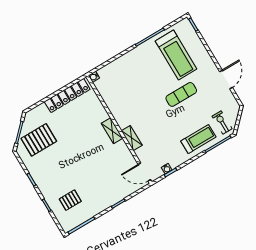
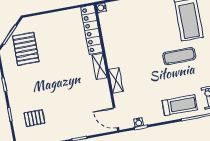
locker: (67, 95) -> (92, 30), moved, turned 90
pallet: (39, 140) -> (26, 49), turned 90

